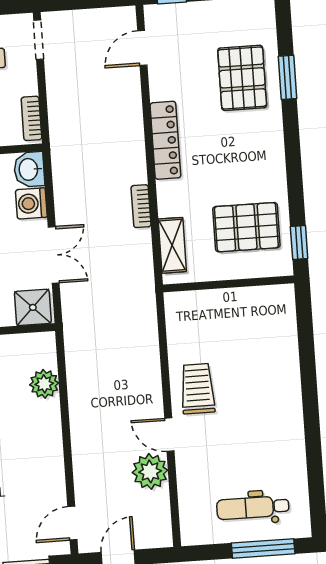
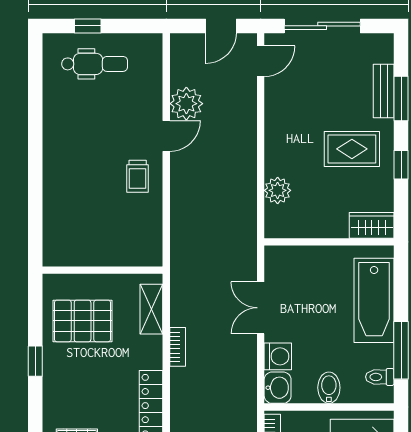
window: (299, 242) -> (35, 361), moved
shower: (33, 307) -> (283, 261), removed
trolley: (198, 389) -> (138, 176), width x0.73, depth x0.72
door: (169, 435) -> (166, 136), hinge flipped
window: (263, 548) -> (88, 26), width x0.46

